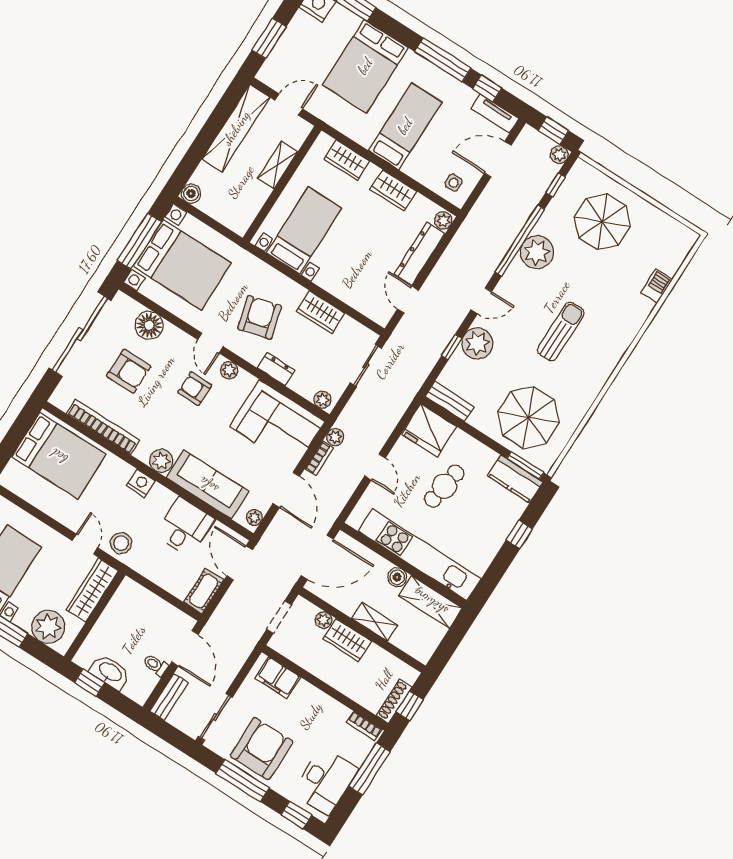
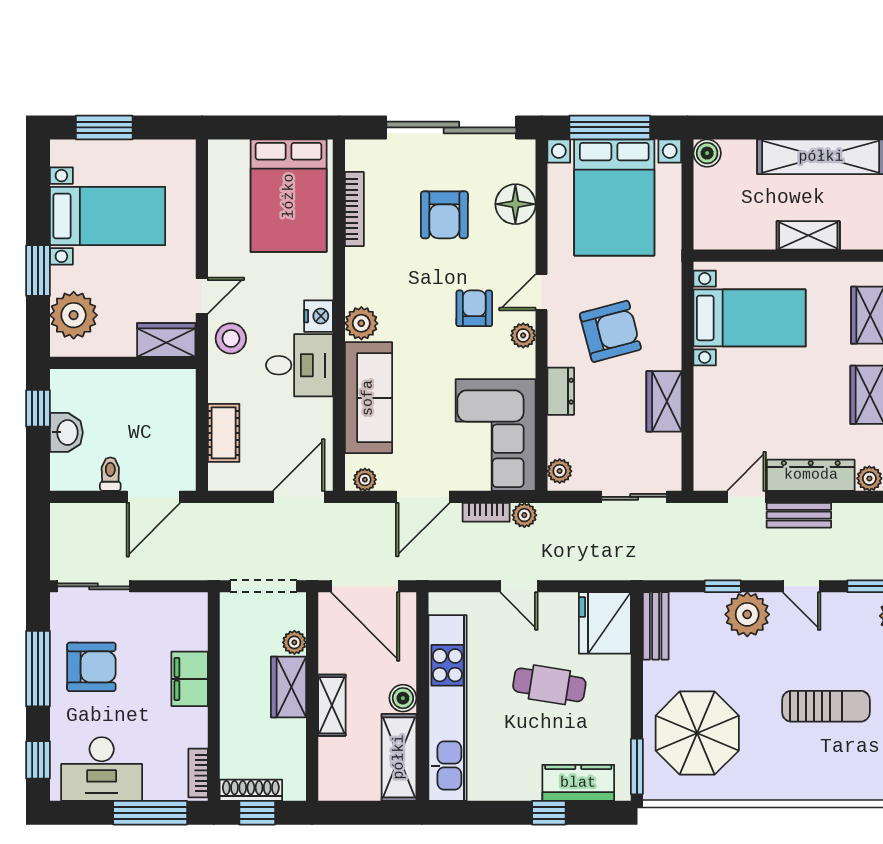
bookcase: (103, 427) -> (354, 209), width x0.68, depth x0.76
door: (375, 467) -> (519, 586), hinge flipped
kitchen counter: (515, 479) -> (578, 783), moved, turned 90
desk: (185, 527) -> (299, 365), moved
wardrobe: (92, 590) -> (166, 340), width x0.67
cot: (204, 591) -> (224, 433), moved, turned 90
doorway: (279, 617) -> (264, 586), width x1.38
washbasin: (110, 672) -> (66, 432), width x0.72
filing cabinet: (278, 678) -> (190, 679), moved
bench: (169, 697) -> (799, 515), moved
armchair: (262, 749) -> (91, 667), width x0.73, depth x0.73

